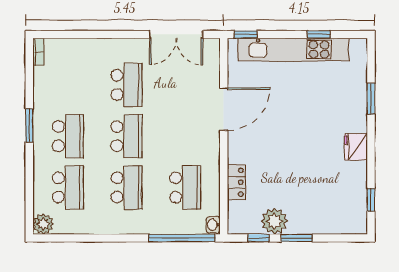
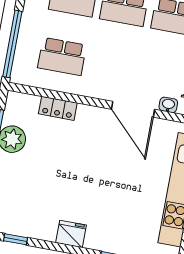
washbasin: (213, 225) -> (168, 105), moved

